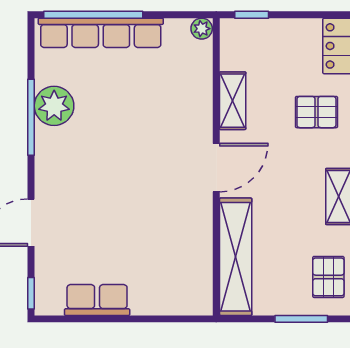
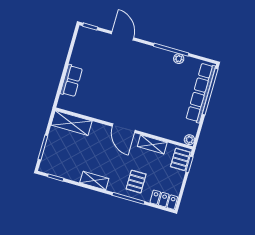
plant: (54, 106) -> (179, 59), width x0.53, depth x0.53
shelving: (236, 257) -> (71, 123), width x0.68
pallet: (328, 277) -> (180, 159), moved, turned 90
row of seats: (97, 300) -> (71, 81), moved

